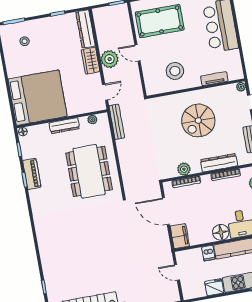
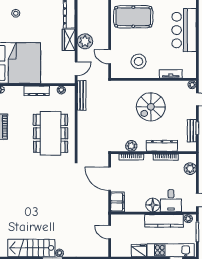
door: (137, 53) -> (110, 57), moved
dishwasher: (208, 253) -> (139, 221), removed

